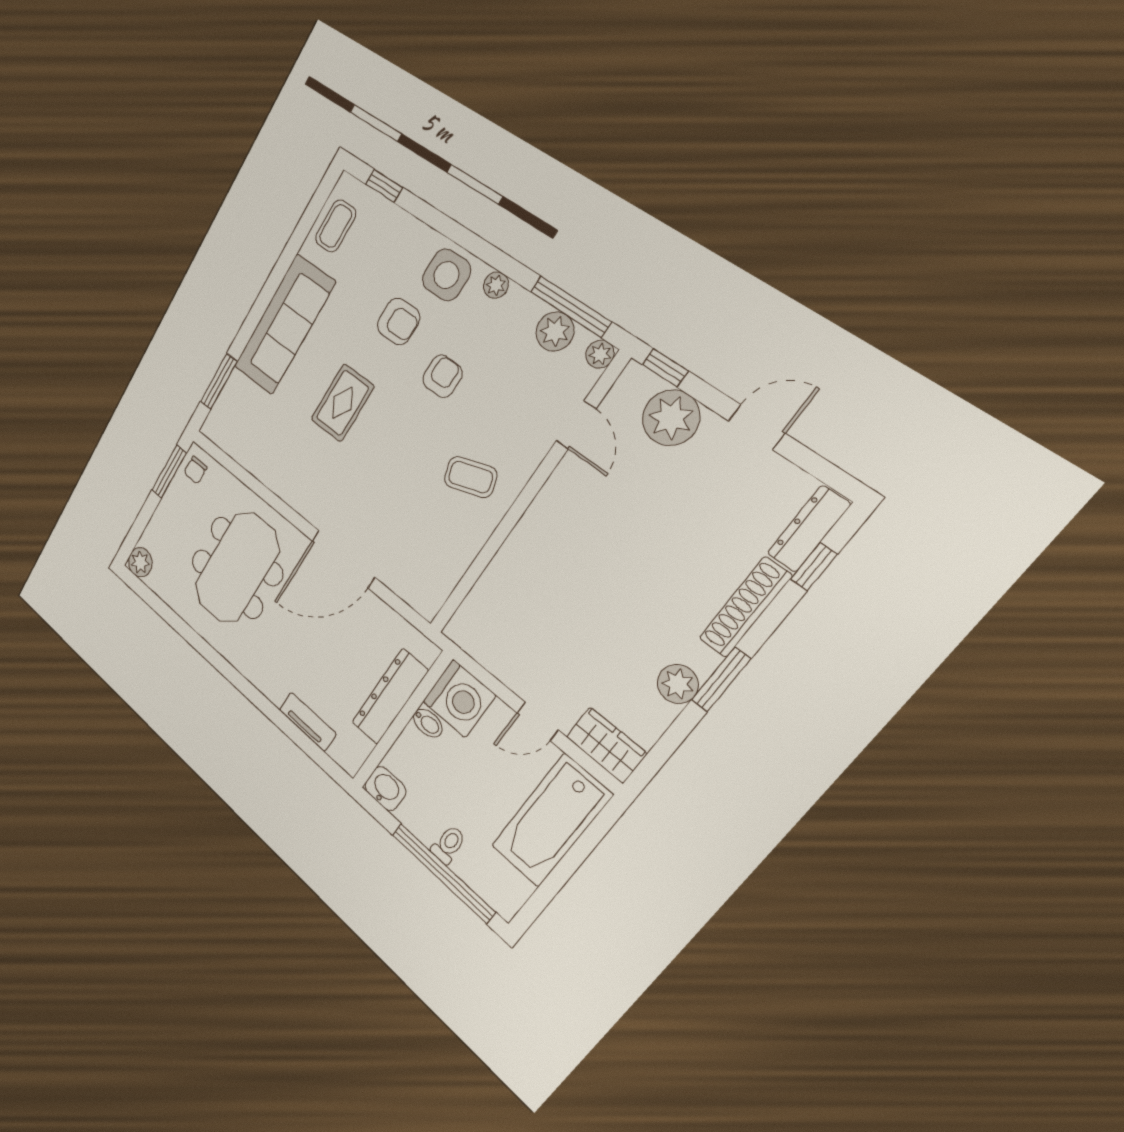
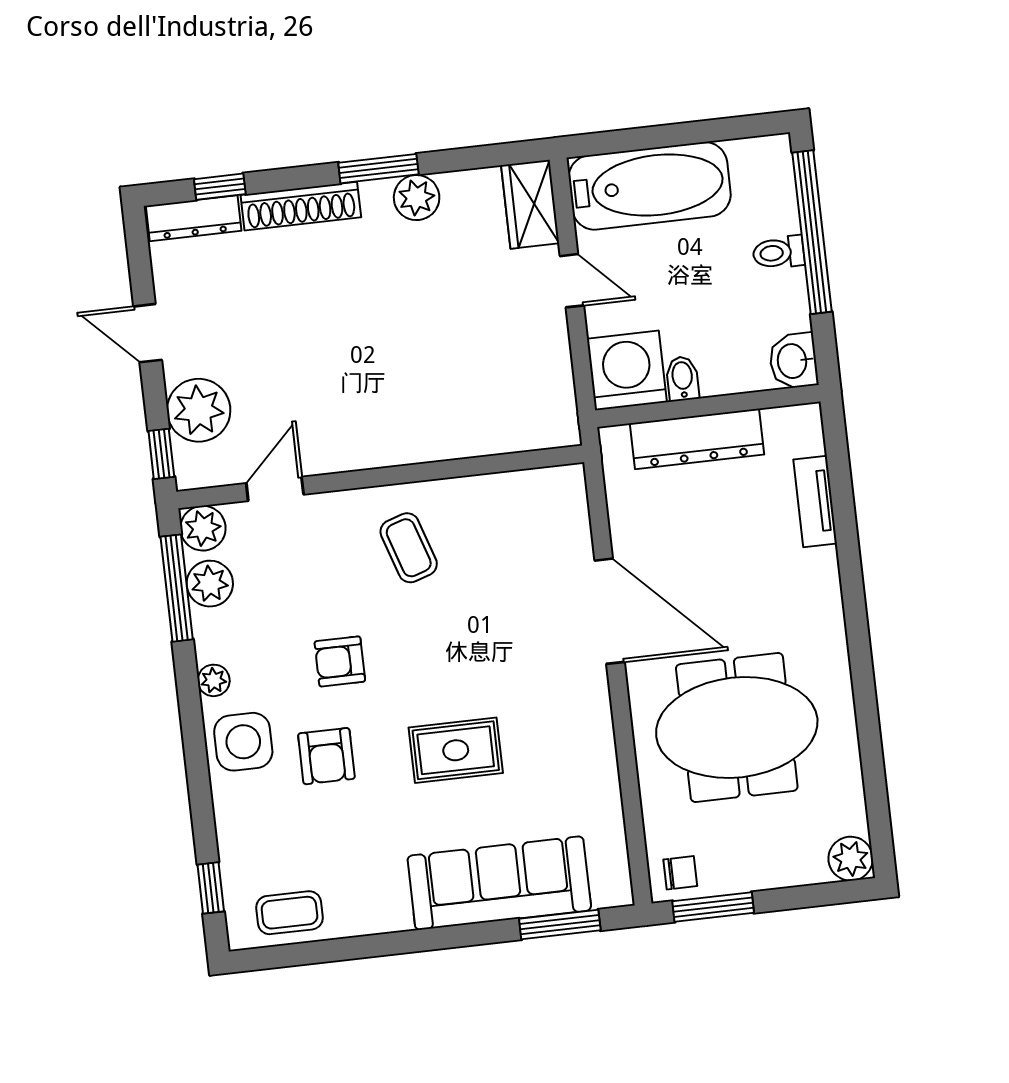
armchair: (398, 322) -> (326, 756), turned 180
sofa: (284, 325) -> (499, 883), moved
plant: (600, 354) -> (203, 528), width x1.38, depth x1.38

